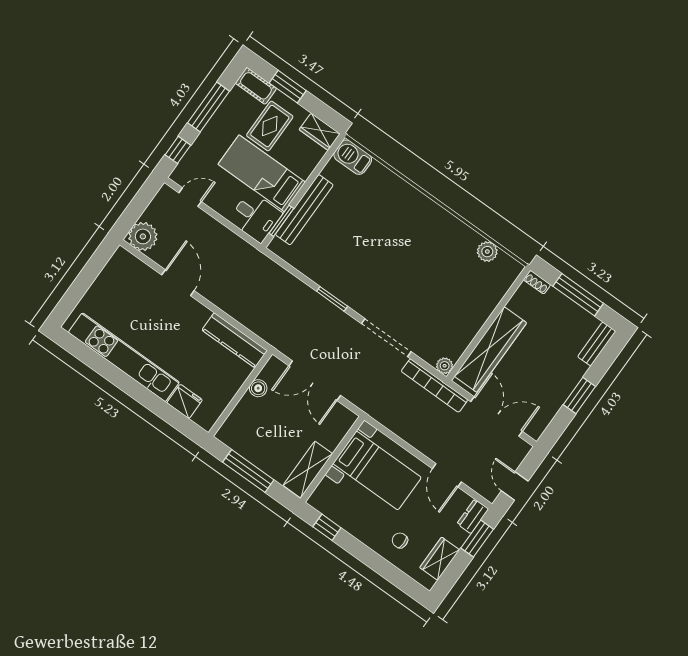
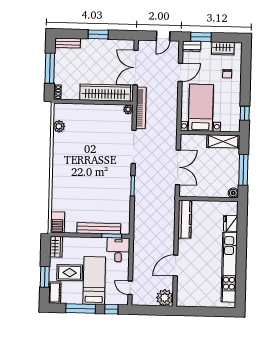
bed: (262, 173) -> (94, 280), moved, turned 180
boiler: (258, 388) -> (233, 193), moved

